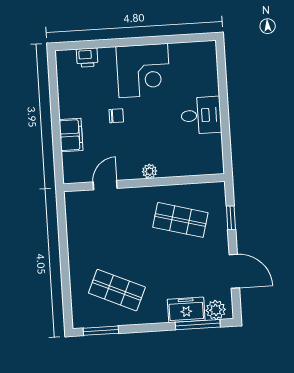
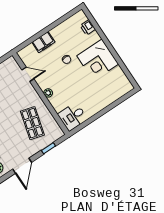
desk: (201, 115) -> (73, 117), moved, turned 90

